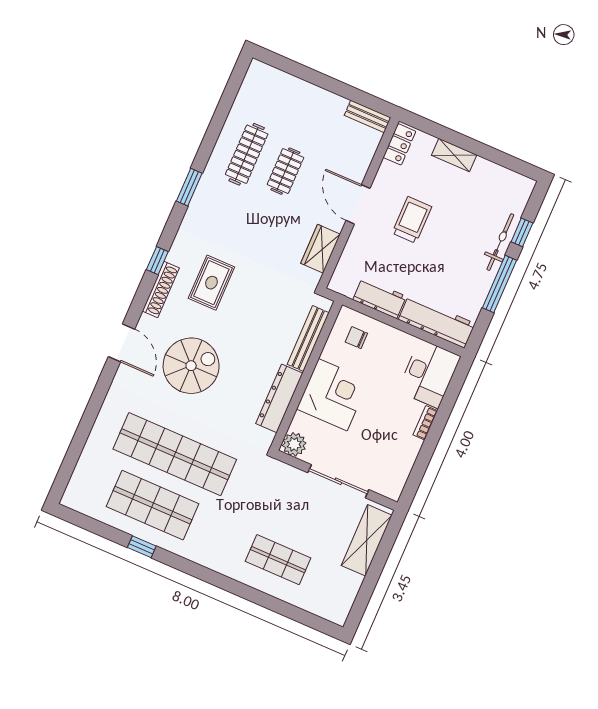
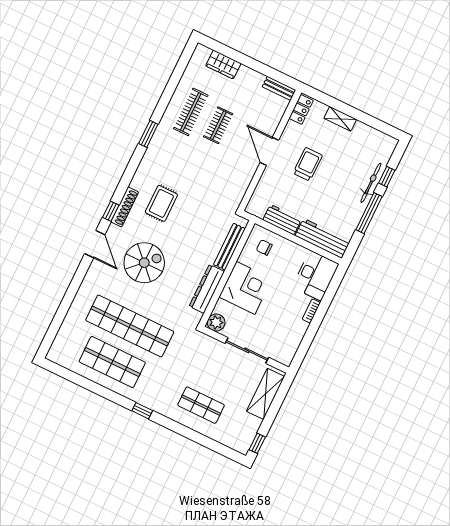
wardrobe: (321, 249) -> (223, 64), moved, turned -90
window: (157, 261) -> (111, 211), moved
window: (142, 547) -> (142, 411), moved
window: (358, 609) -> (257, 443), added

